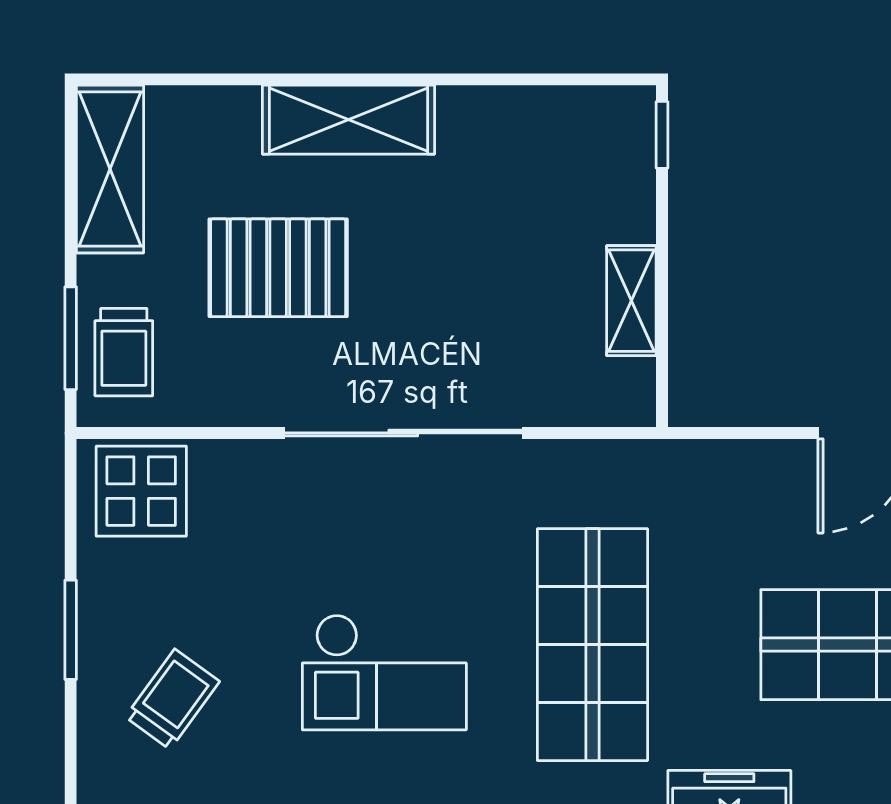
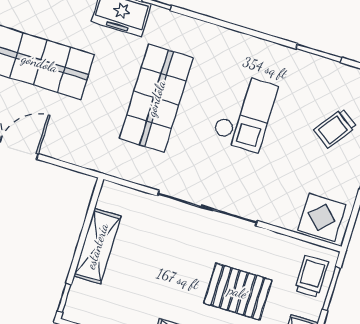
shelving: (631, 301) -> (97, 246), width x1.50, depth x1.33
checkout: (384, 672) -> (245, 113), turned 90

